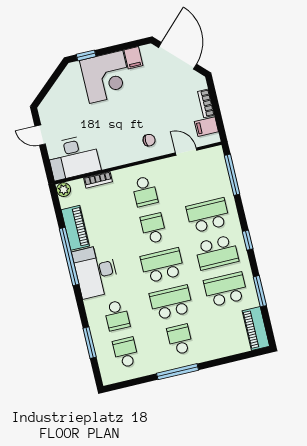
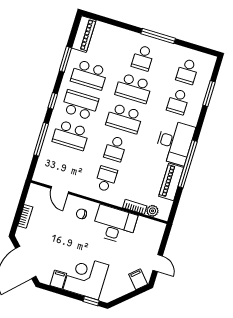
filing cabinet: (206, 127) -> (138, 279), moved, turned -132
desk: (74, 157) -> (115, 225), moved
window: (232, 175) -> (41, 139), moved
plant: (64, 190) -> (152, 211), moved
school desk: (117, 315) -> (178, 102), turned 180

